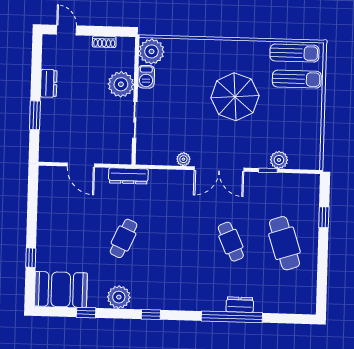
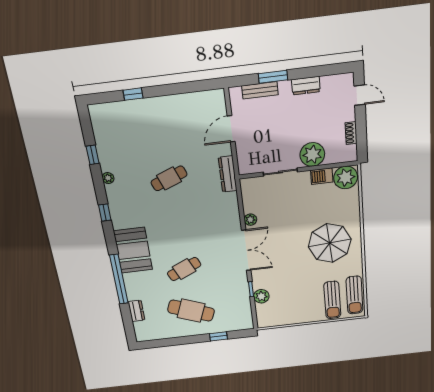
door: (66, 30) -> (360, 95), hinge flipped
parasol: (235, 97) -> (330, 243), moved
bench: (46, 130) -> (260, 90), added
double door: (219, 169) -> (246, 250), swing flipped
cafe table: (124, 238) -> (169, 178), turned -45
cafe table: (285, 243) -> (191, 311), turned 39
booth: (61, 289) -> (133, 250), moved
plant: (119, 297) -> (108, 178), width x0.53, depth x0.53
dresser: (240, 305) -> (136, 311), moved

